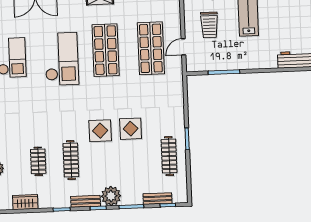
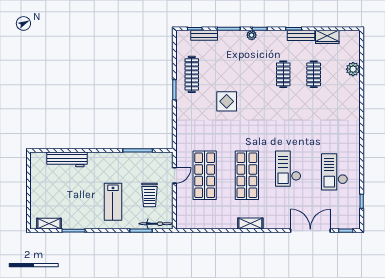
trolley: (209, 25) -> (150, 195), turned 180
checkout: (62, 59) -> (288, 169), width x0.73, depth x0.83
display table: (100, 131) -> (255, 101), removed
clothes rail: (71, 160) -> (283, 74), width x0.73
plant: (111, 196) -> (252, 35), width x0.53, depth x0.53
bench: (86, 201) -> (301, 35), moved

